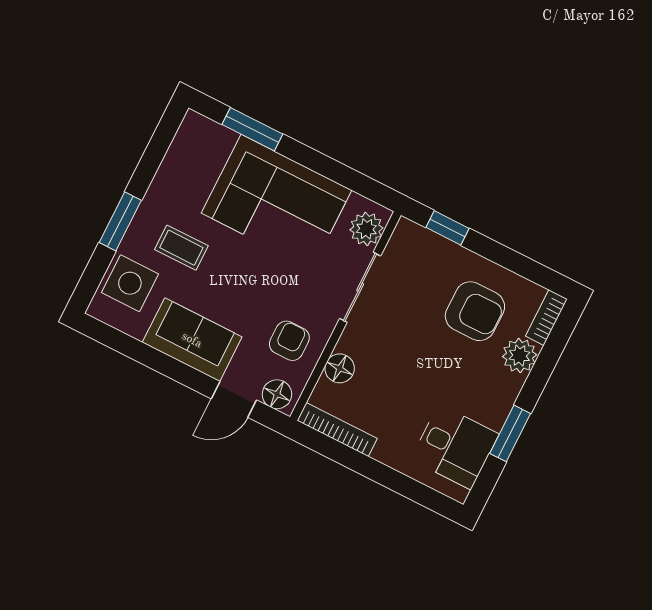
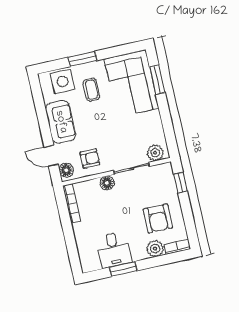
corner sofa: (276, 202) -> (132, 83), moved
floor lamp: (340, 368) -> (107, 183), moved
desk: (455, 447) -> (114, 250), moved

